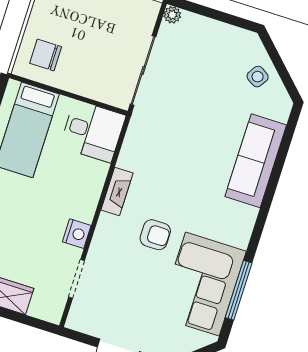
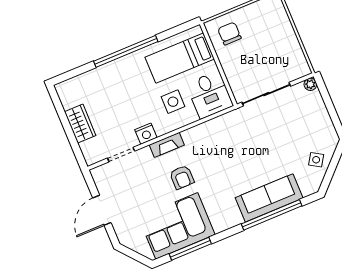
window: (276, 173) -> (272, 215), added
side table: (67, 176) -> (173, 102), added
fireplace: (117, 192) -> (167, 145), moved

